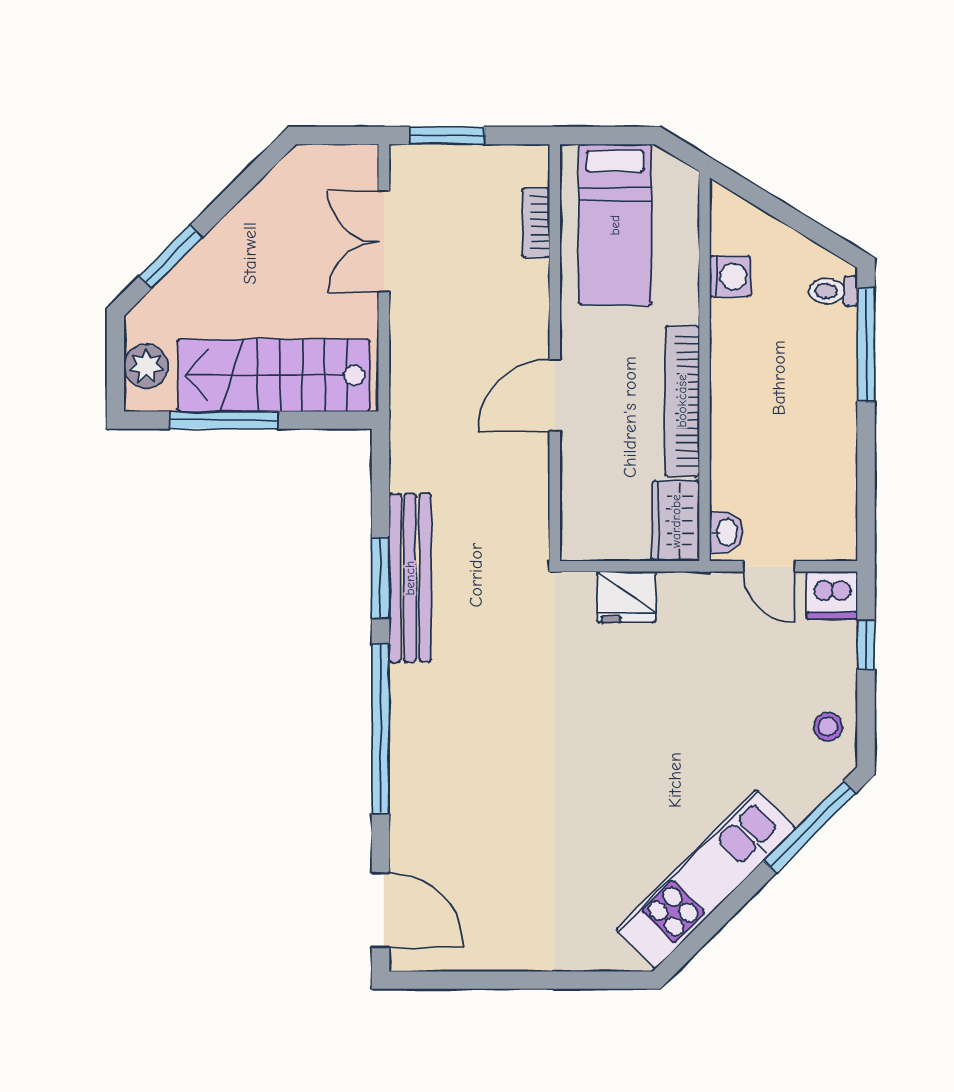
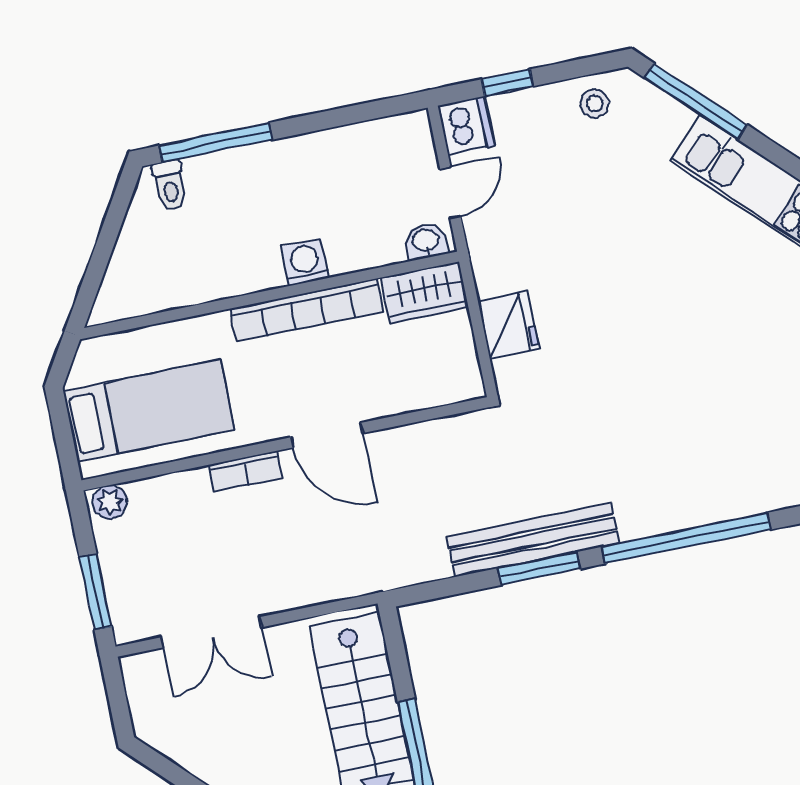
plant: (533, 168) -> (110, 502), added
bookcase: (536, 223) -> (246, 471), moved
washing machine: (730, 276) -> (305, 262), moved

